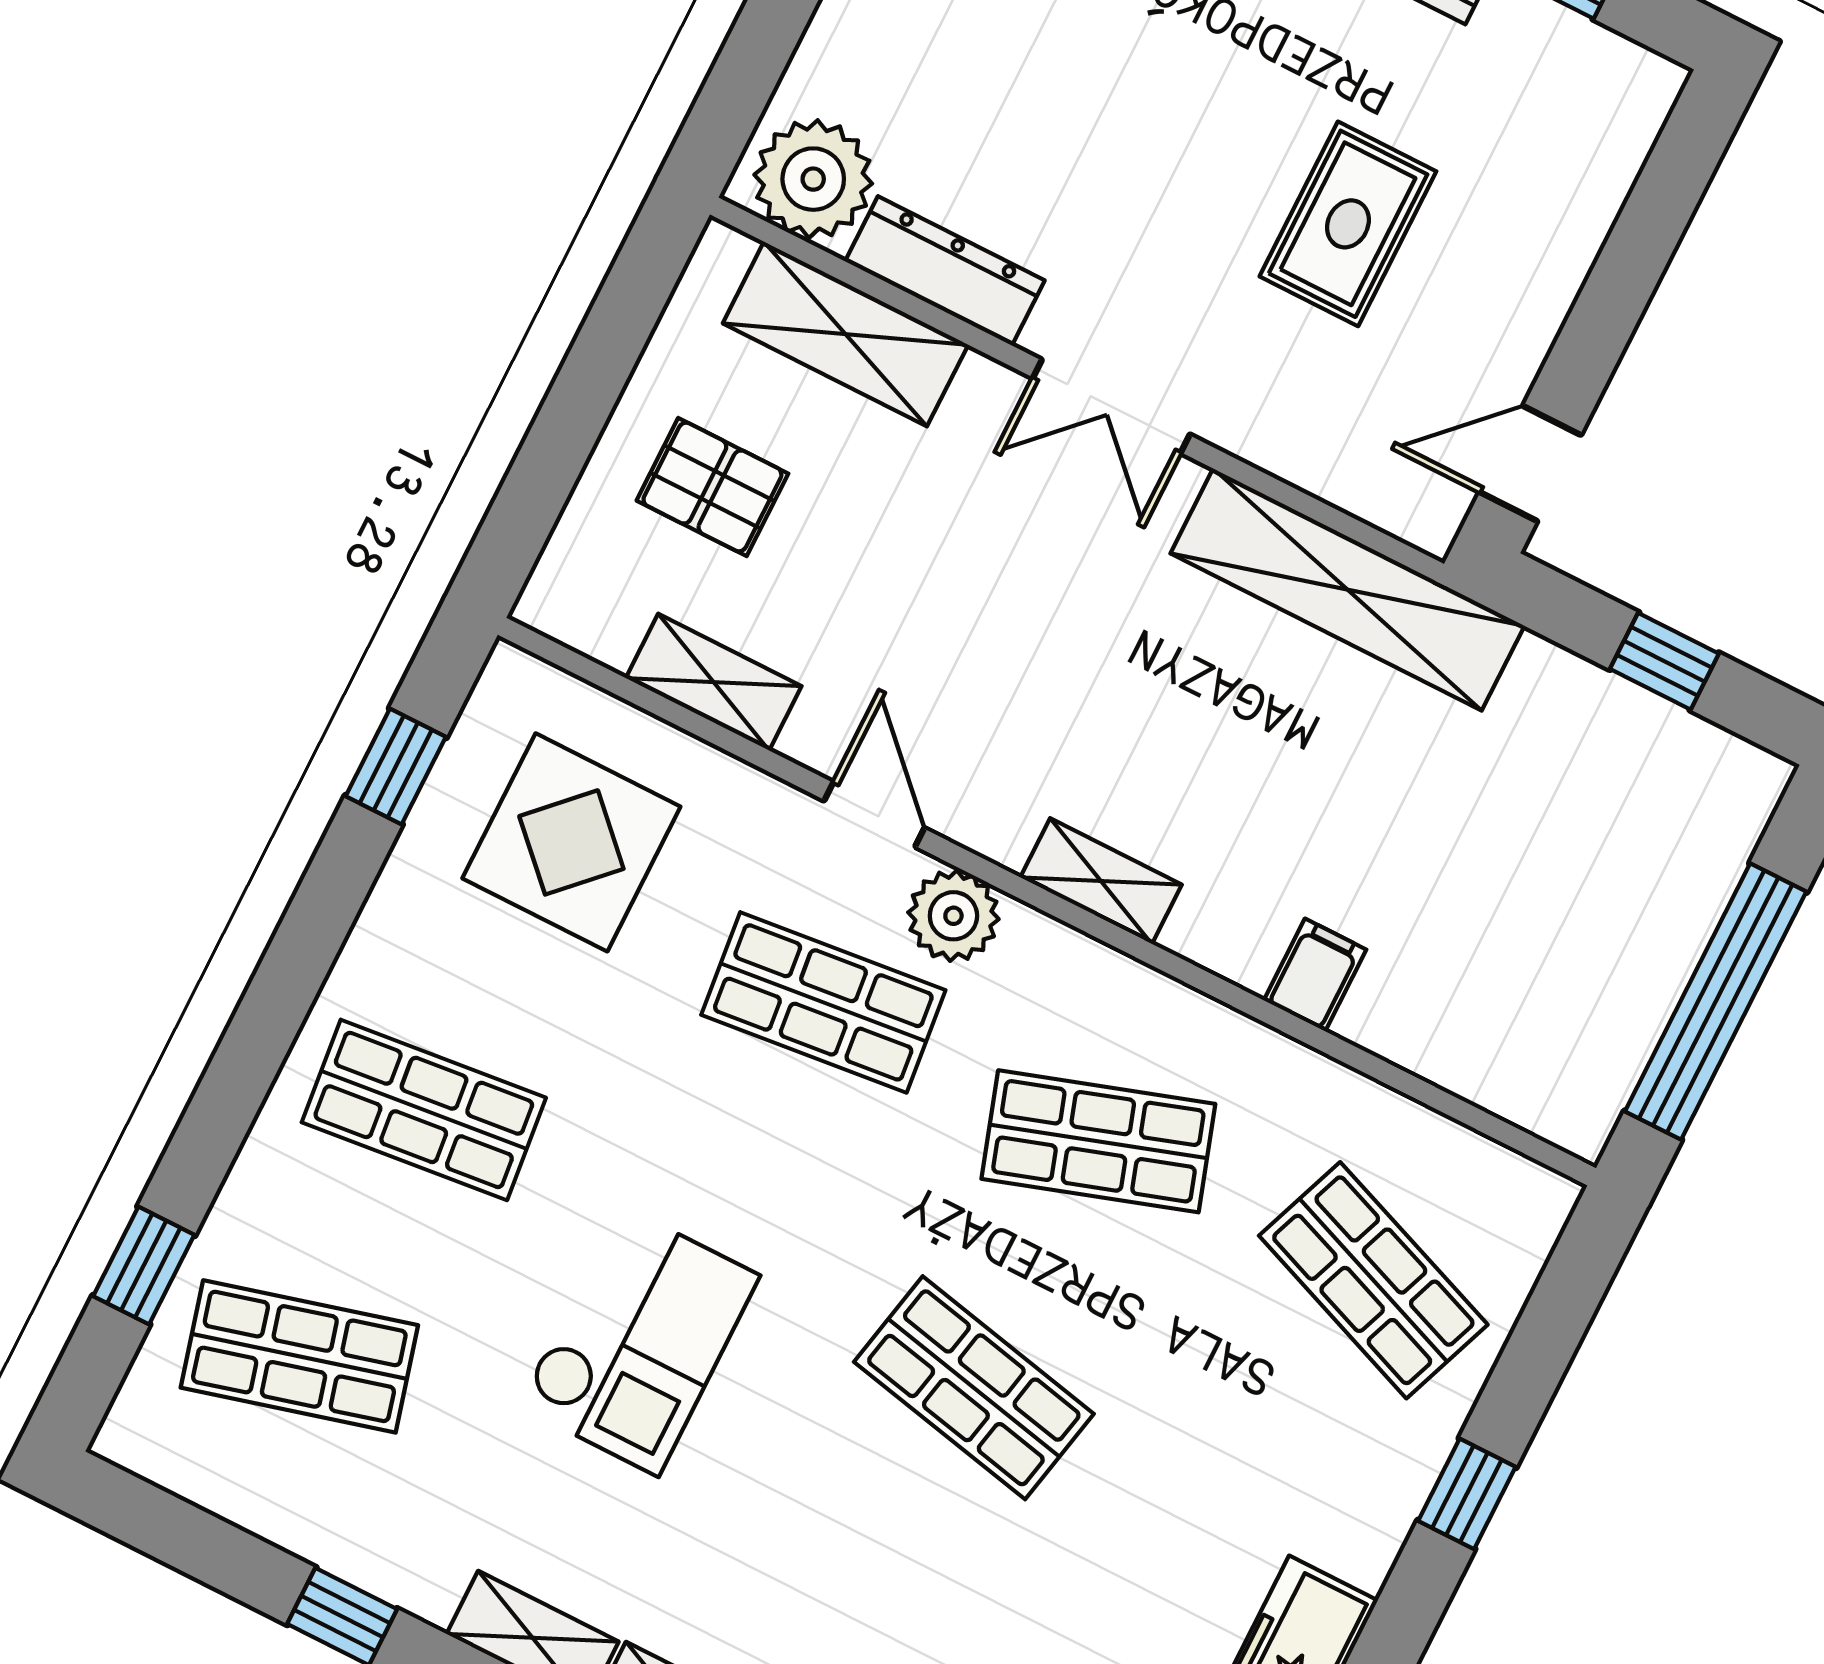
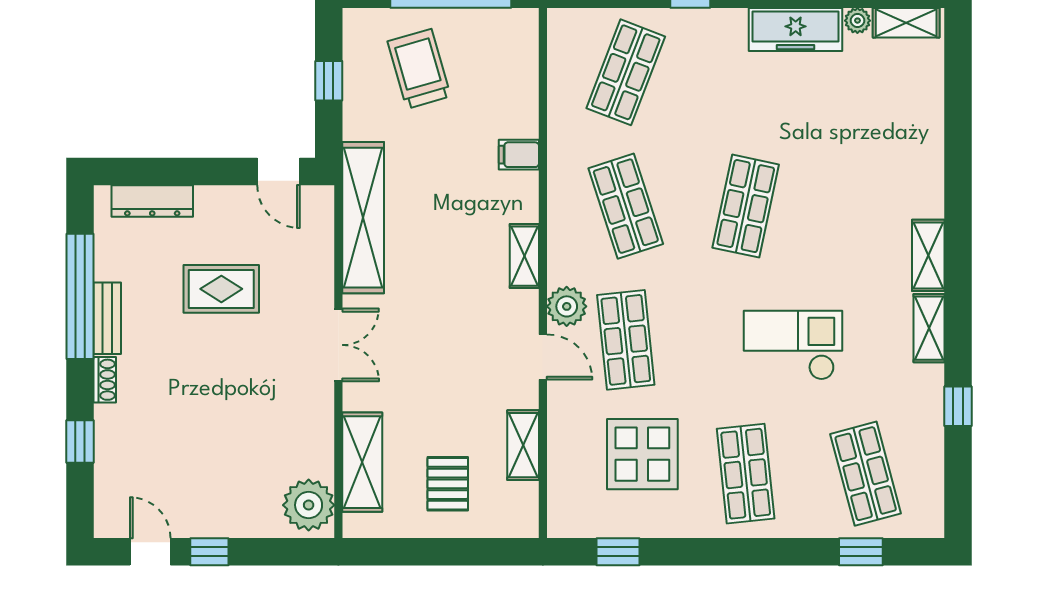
dresser: (945, 271) -> (152, 201), moved, turned -90
door: (874, 814) -> (543, 357), swing flipped
display table: (571, 842) -> (642, 454), moved
trolley: (1595, 859) -> (419, 69), added

